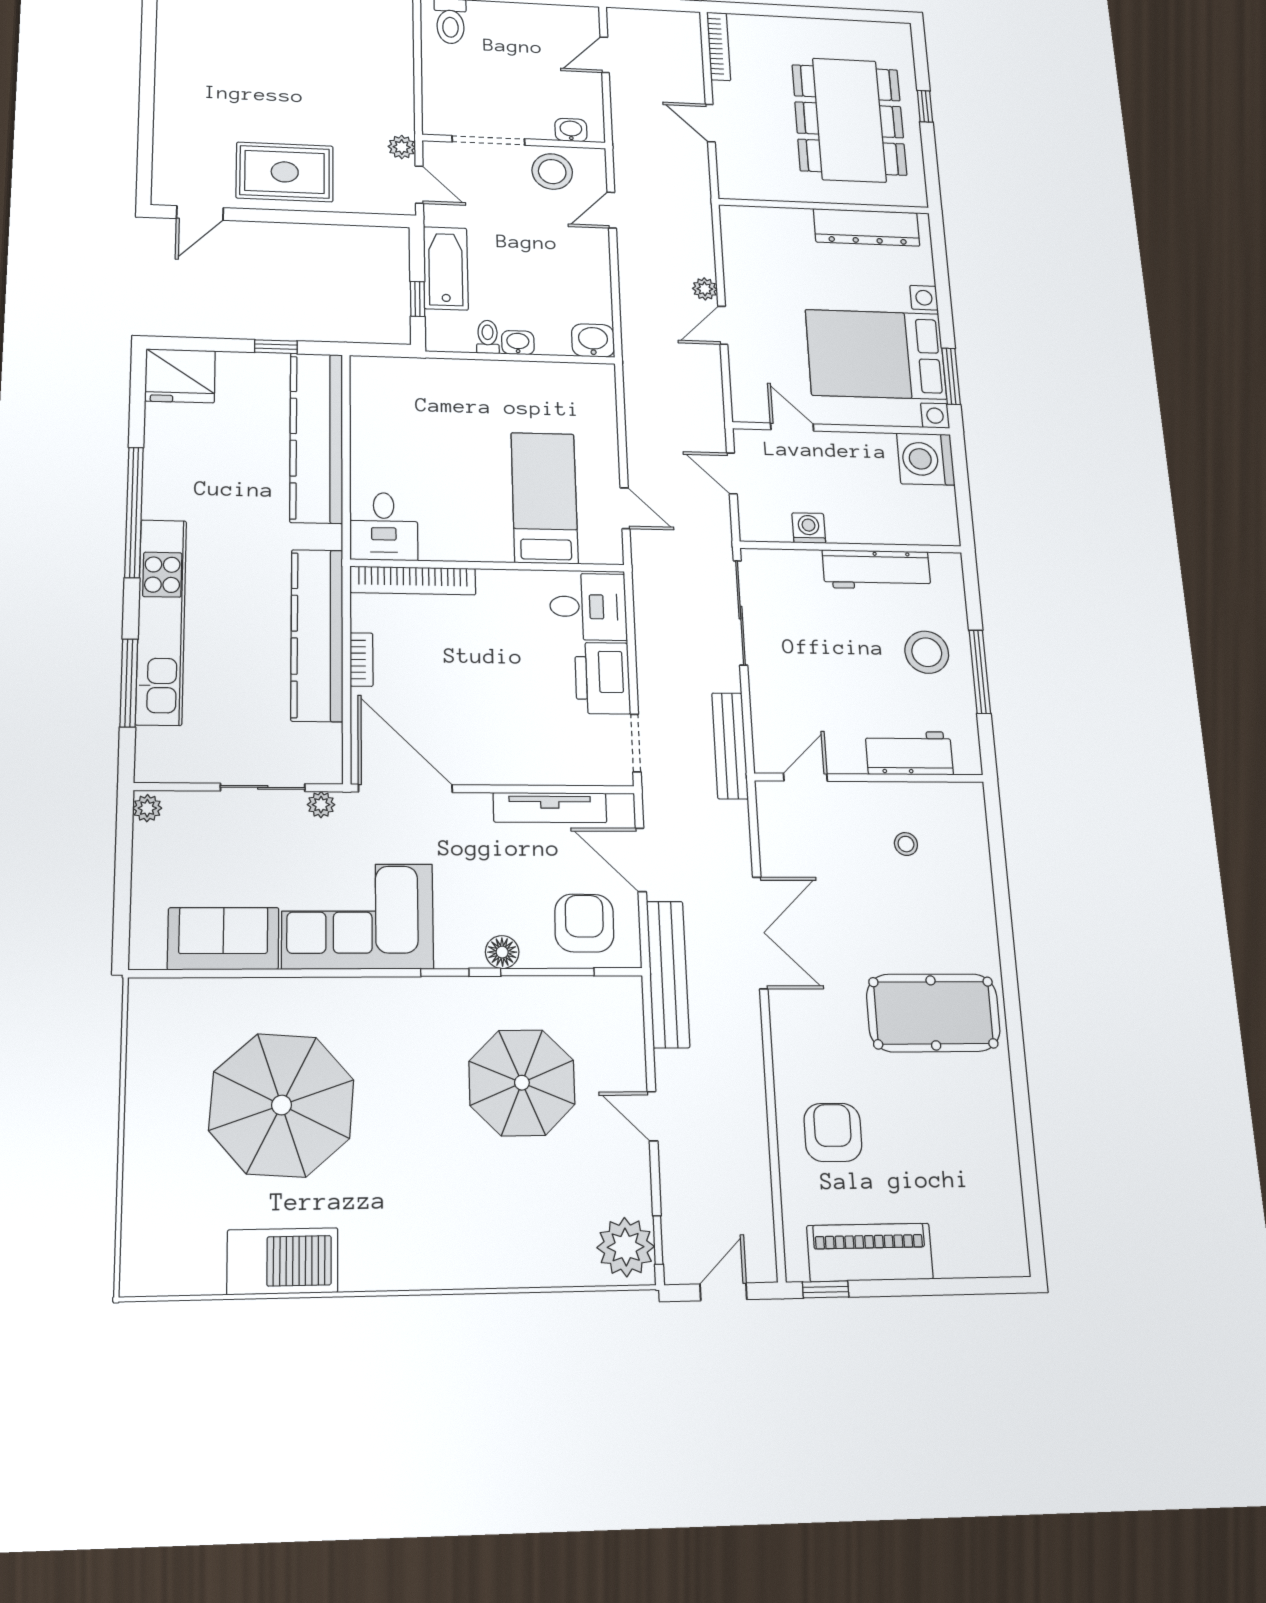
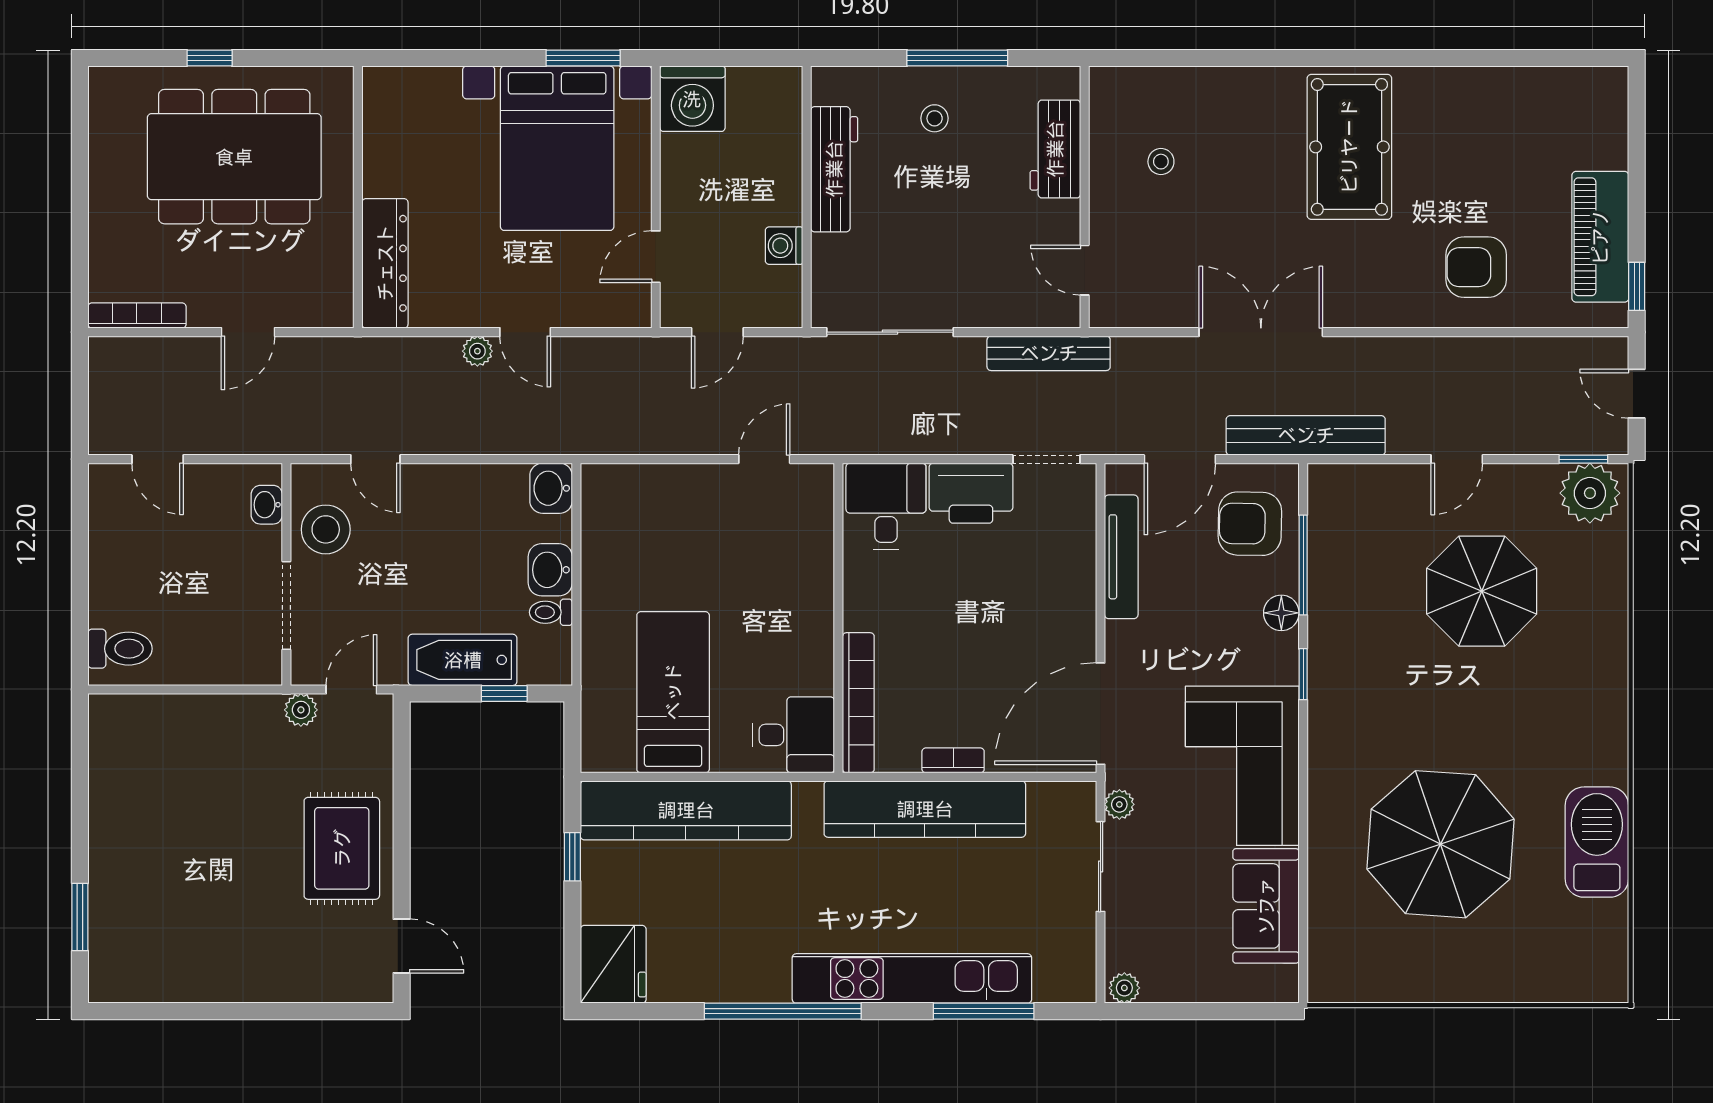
dresser: (867, 227) -> (385, 263), moved
washbasin: (518, 343) -> (550, 570), width x1.38, depth x1.45
bed: (544, 498) -> (673, 692), moved, turned 90
stool: (927, 652) -> (935, 118), width x0.53, depth x0.53
parasol: (522, 1083) -> (1482, 591), moved

